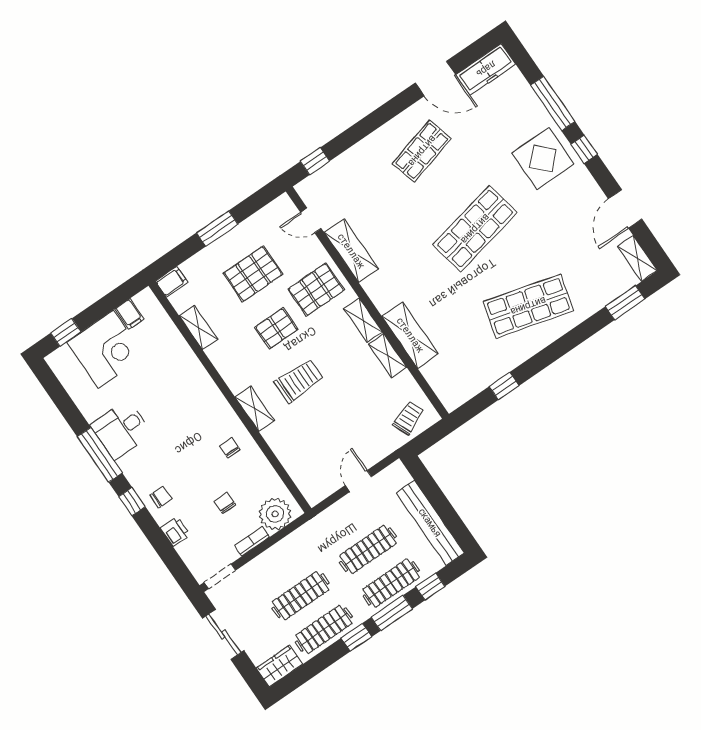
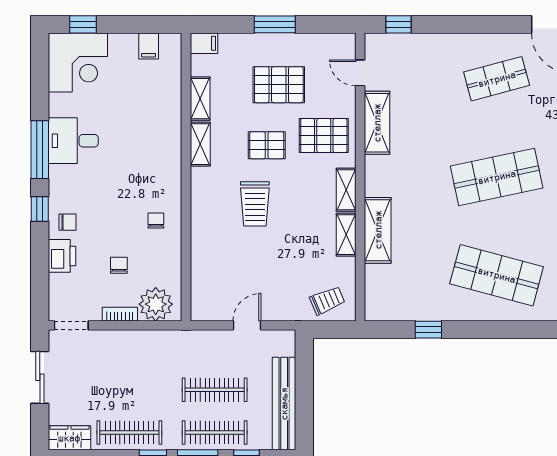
corner desk: (106, 349) -> (78, 63), moved
trolley: (299, 381) -> (255, 204), turned 90
shelving: (255, 409) -> (200, 144), moved
printer: (175, 531) -> (62, 256), width x1.36, depth x1.24
clothes rail: (301, 596) -> (129, 390), removed

